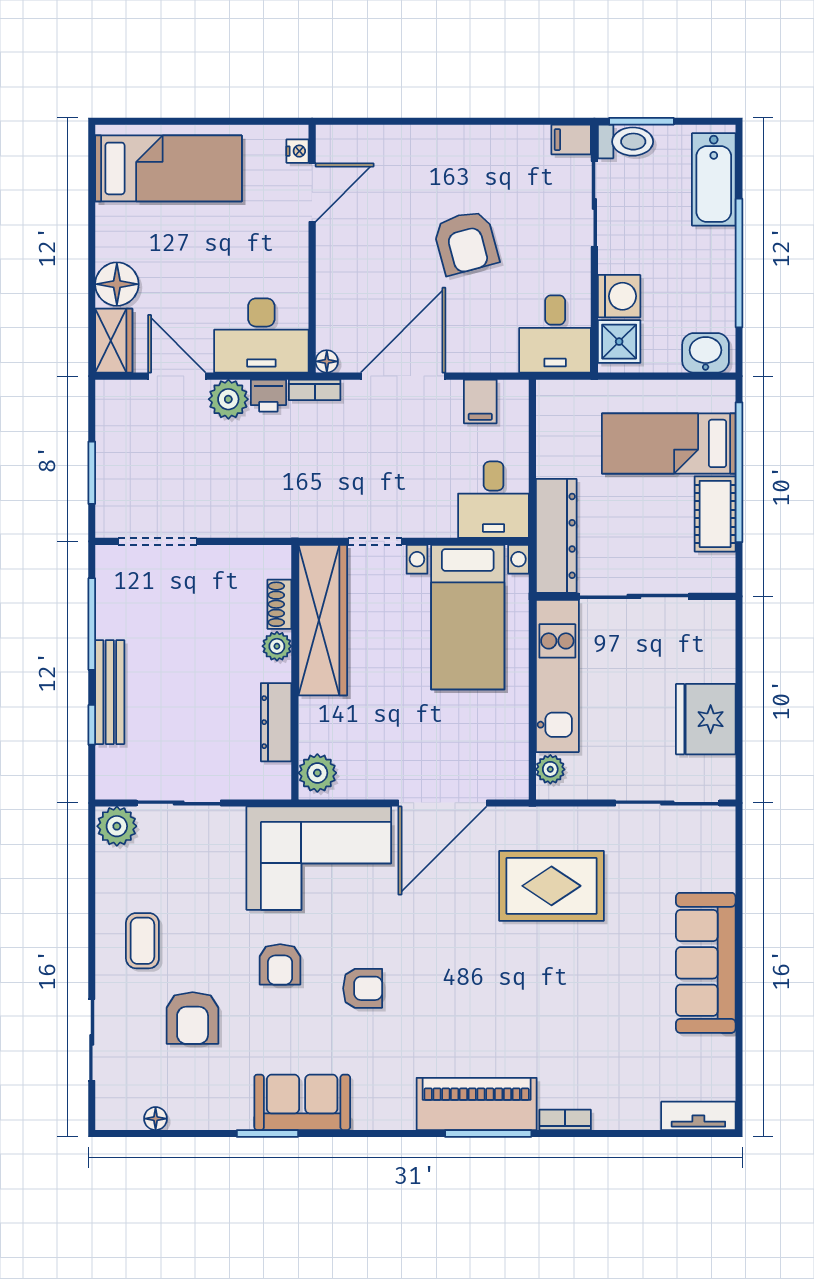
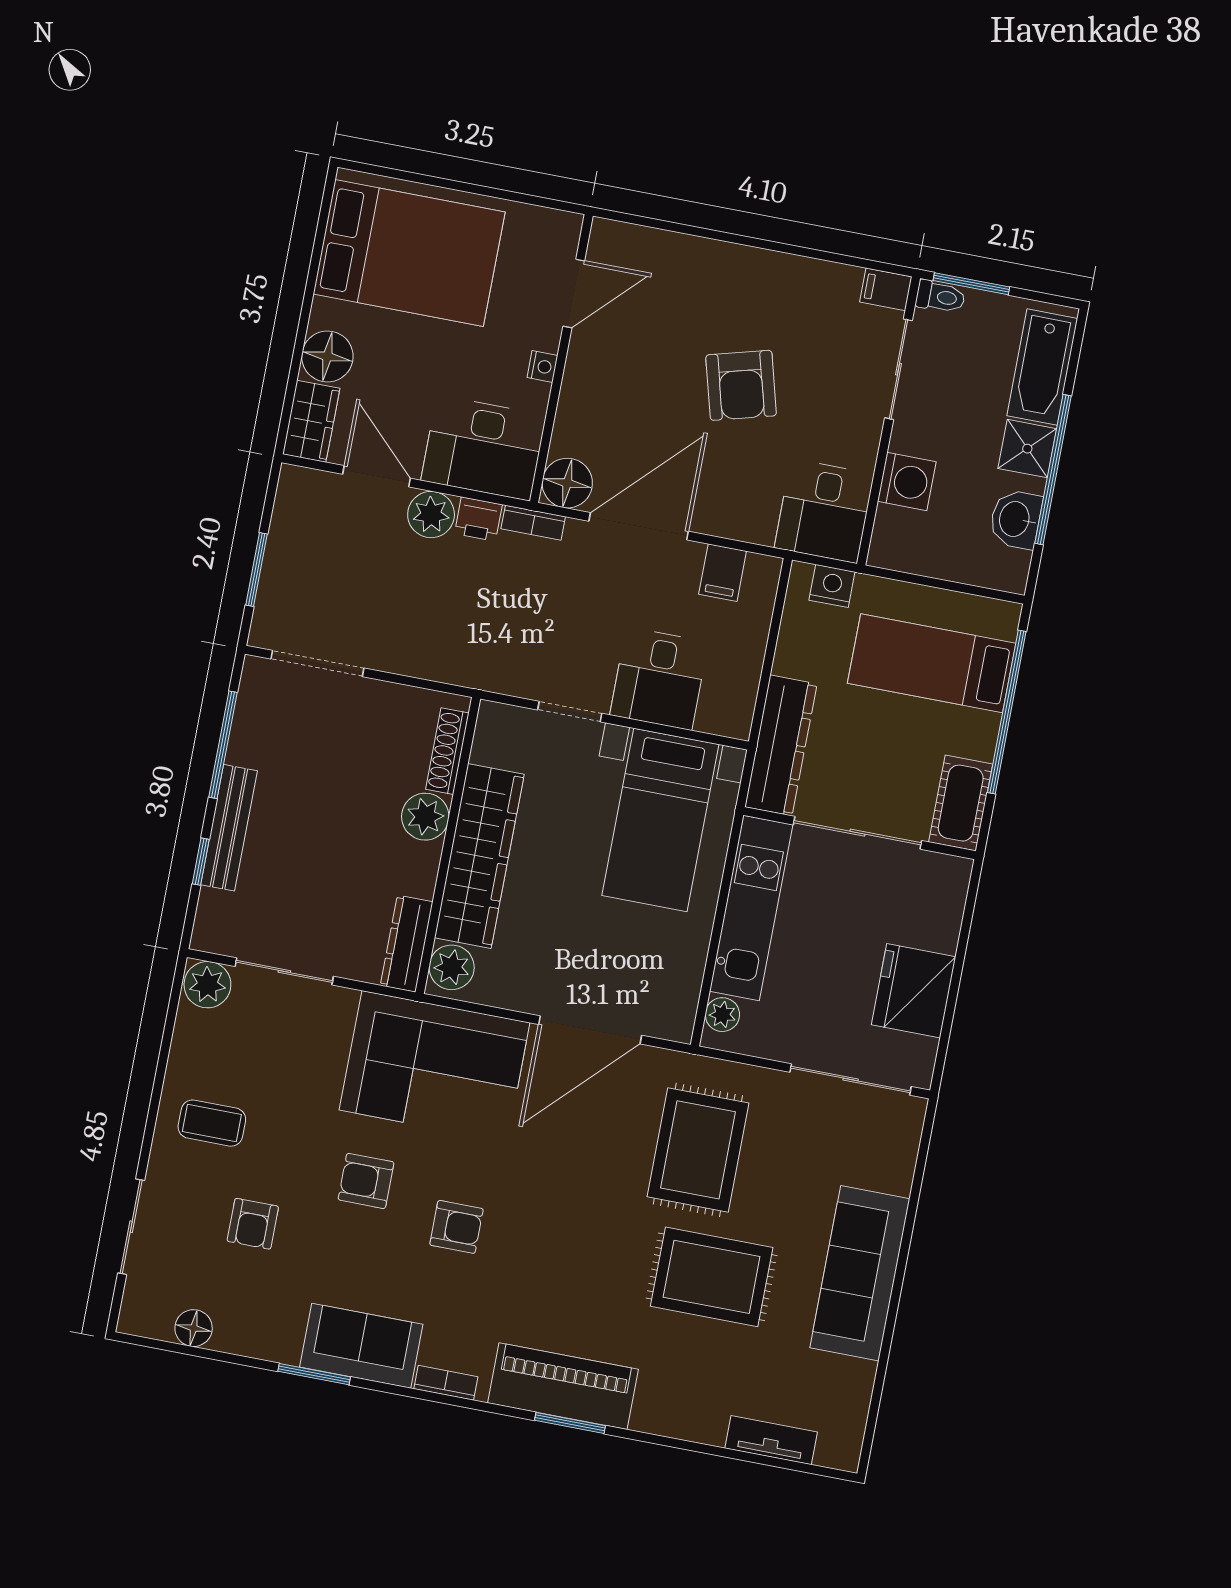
toilet: (625, 142) -> (940, 297), width x0.73, depth x0.72
nightstand: (298, 151) -> (542, 366), moved
bed: (168, 168) -> (409, 253), width x1.50
shower: (619, 342) -> (1027, 449), moved
washbasin: (706, 353) -> (1016, 519), moved, turned -90
floor lamp: (327, 361) -> (567, 483), width x1.89, depth x1.89
nightstand: (573, 395) -> (832, 586), added
desk: (494, 500) -> (659, 679), moved
cot: (715, 514) -> (961, 803), moved
shoe rack: (279, 604) -> (447, 751), width x1.43
wardrobe: (323, 620) -> (479, 856), moved
plant: (277, 646) -> (425, 817), width x1.38, depth x1.38
dresser: (276, 722) -> (407, 944), moved
rug: (551, 886) -> (698, 1150), turned 90
coffee table: (142, 941) -> (212, 1123), turned 90
armchair: (280, 964) -> (366, 1181), turned 90
rug: (583, 989) -> (712, 1277), added
armchair: (193, 1018) -> (253, 1224), width x0.72, depth x0.72
tv unit: (698, 1116) -> (771, 1440), moved
floor lamp: (156, 1119) -> (194, 1328), width x1.37, depth x1.37
bookcase: (565, 1120) -> (446, 1383), moved
window: (488, 1133) -> (570, 1423), width x0.69

